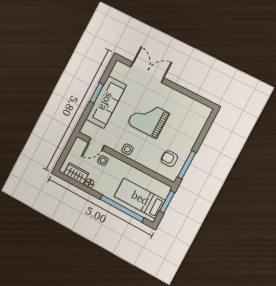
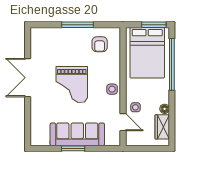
double door: (147, 72) -> (28, 78), moved
window: (187, 165) -> (78, 25), moved
bed: (140, 198) -> (147, 53), width x1.50
window: (167, 202) -> (154, 25), moved

